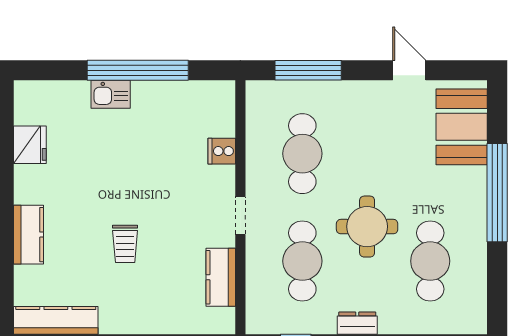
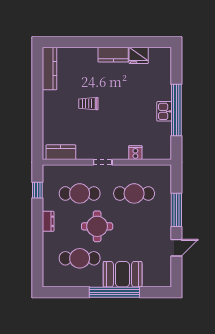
window: (308, 70) -> (176, 210), moved
kitchen sink: (111, 94) -> (164, 111), moved
booth: (462, 127) -> (123, 274), moved
kitchen counter: (29, 235) -> (113, 55), moved
kitchen counter: (221, 277) -> (61, 152), moved

